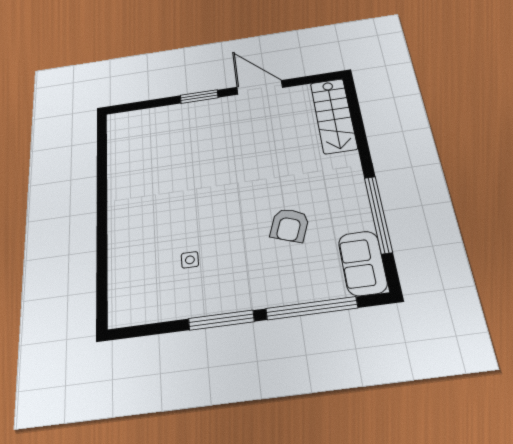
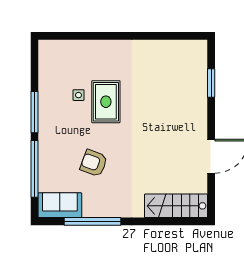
window: (199, 97) -> (211, 83), moved
rug: (197, 222) -> (106, 102), added

